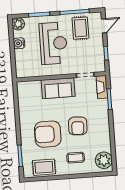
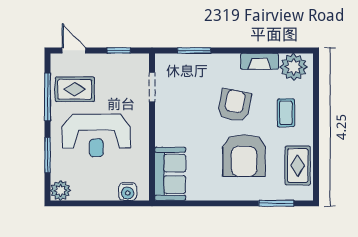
water cooler: (19, 43) -> (128, 192), moved
reception desk: (53, 43) -> (96, 135), turned 180
fireplace: (102, 87) -> (260, 61), moved
sofa: (58, 88) -> (170, 174), moved
armchair: (78, 126) -> (234, 105), turned -82

